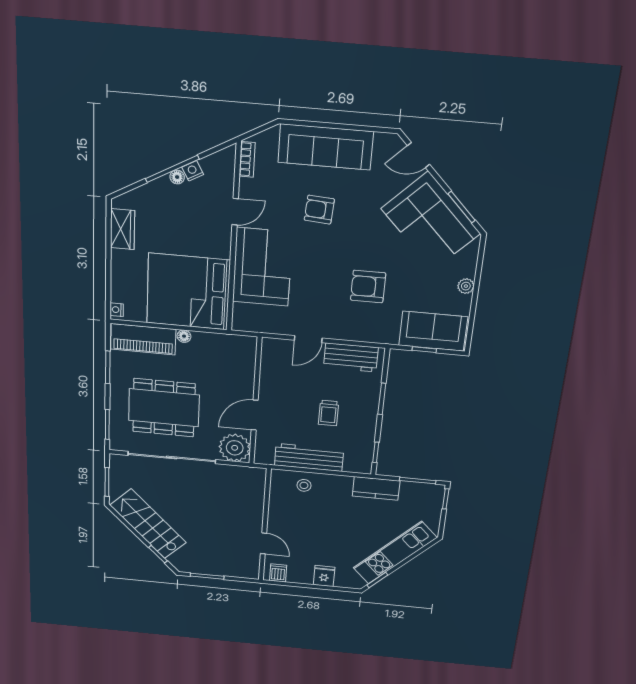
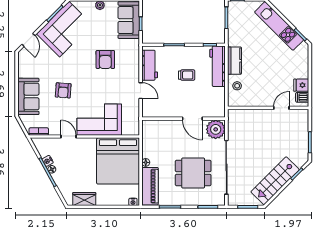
sofa: (325, 147) -> (28, 96), width x0.73
dining table: (164, 408) -> (193, 173), width x0.73
workbench: (309, 457) -> (218, 66), moved
kitchen counter: (376, 488) -> (235, 61), moved
fridge: (324, 576) -> (301, 85), moved

